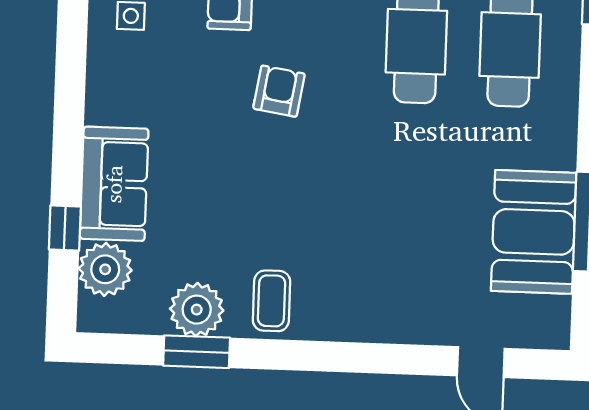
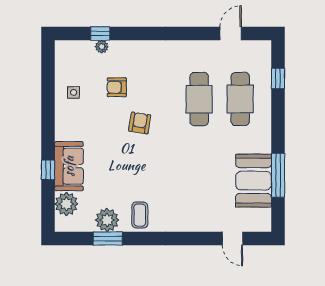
window: (65, 228) -> (48, 170), moved

